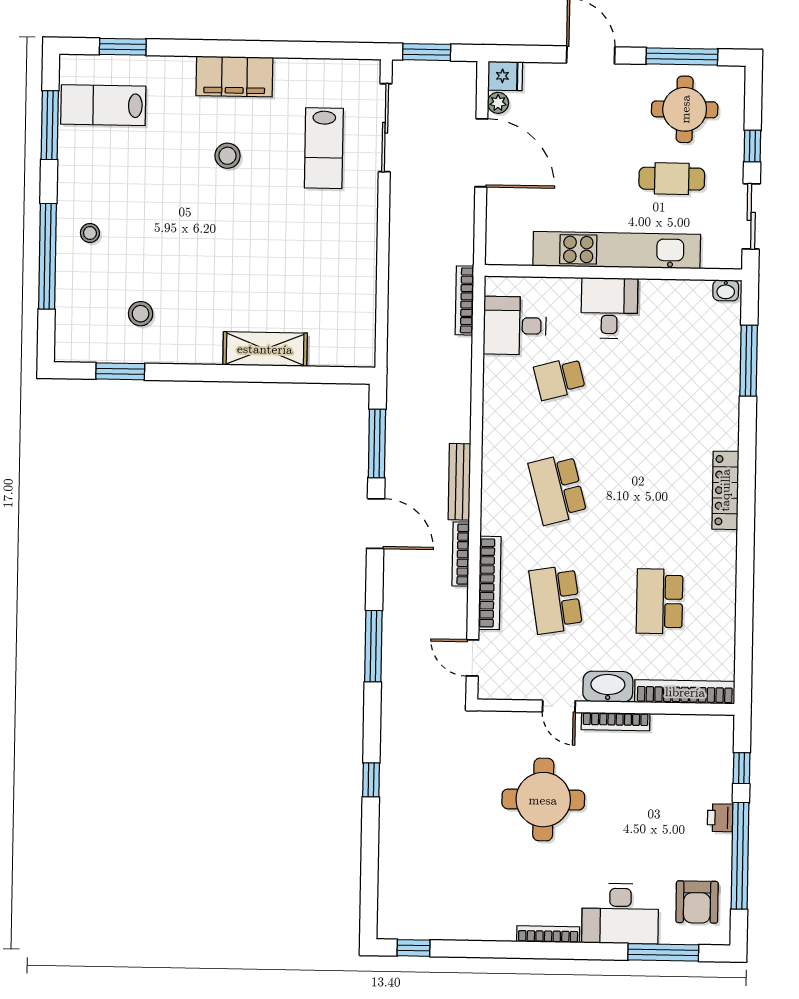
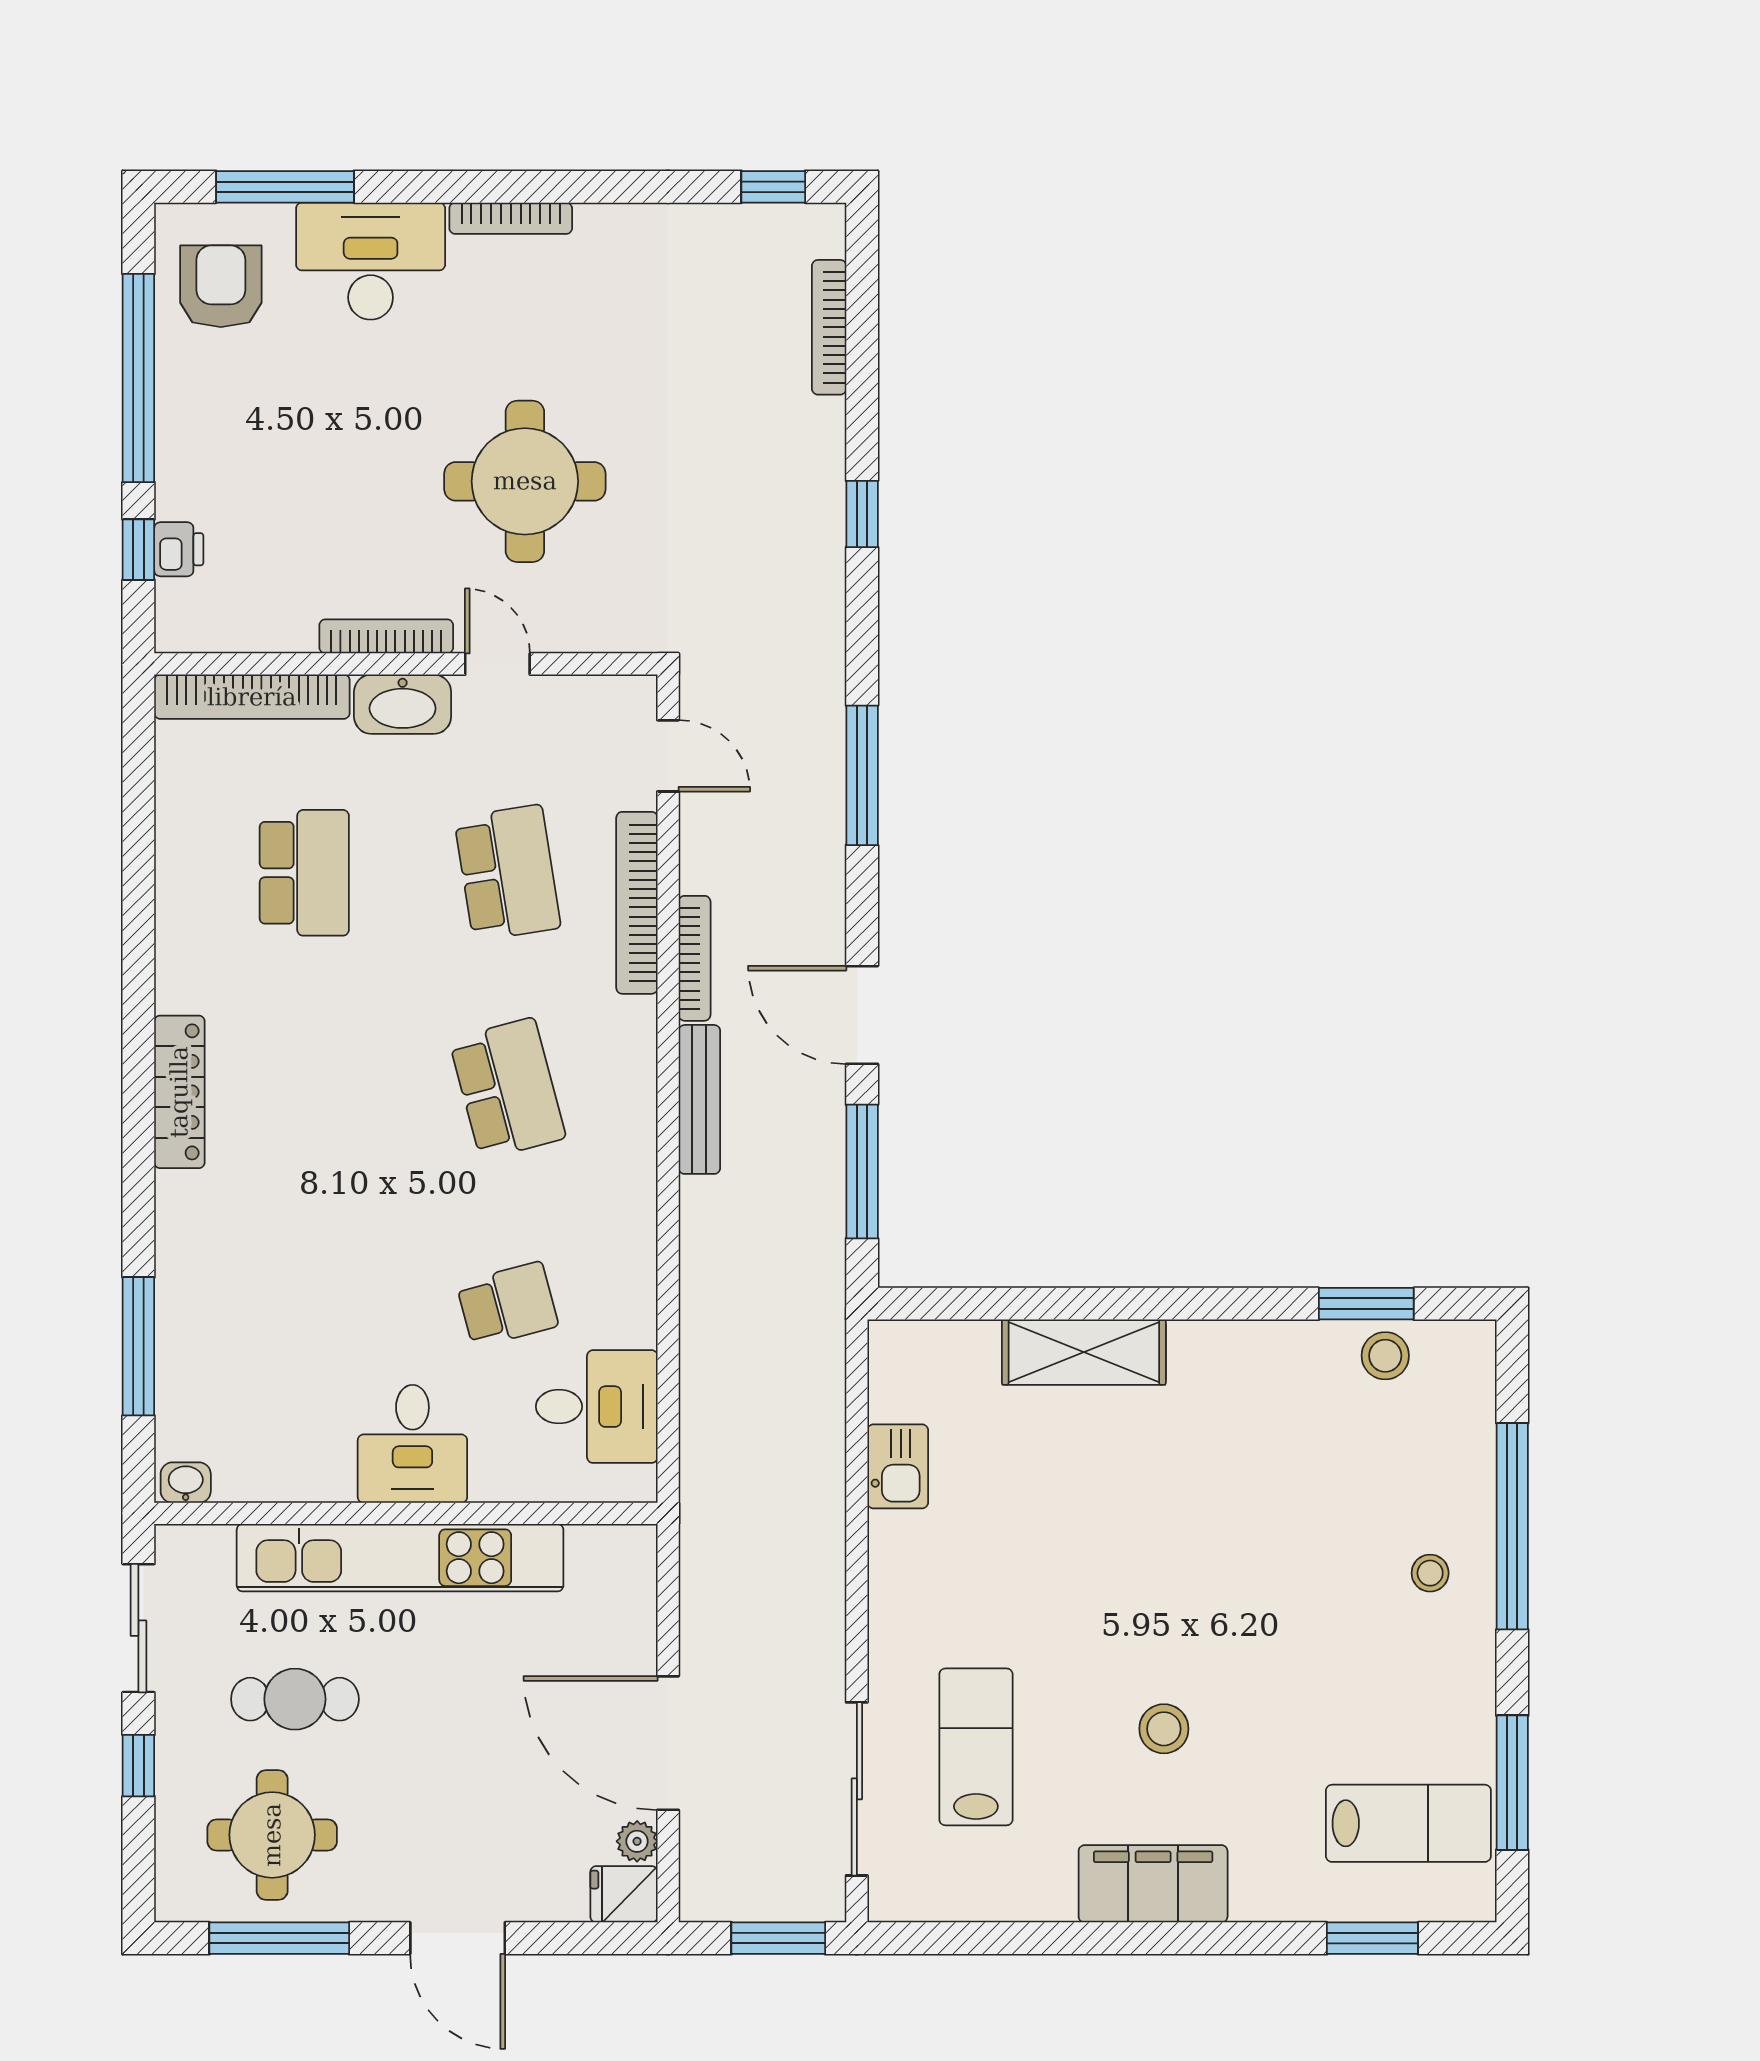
kitchen sink: (361, 292) -> (898, 1466), added
bookcase: (465, 300) -> (829, 327), moved, turned 180
stool: (141, 314) -> (1385, 1356), moved
printer: (720, 818) -> (179, 549), moved

